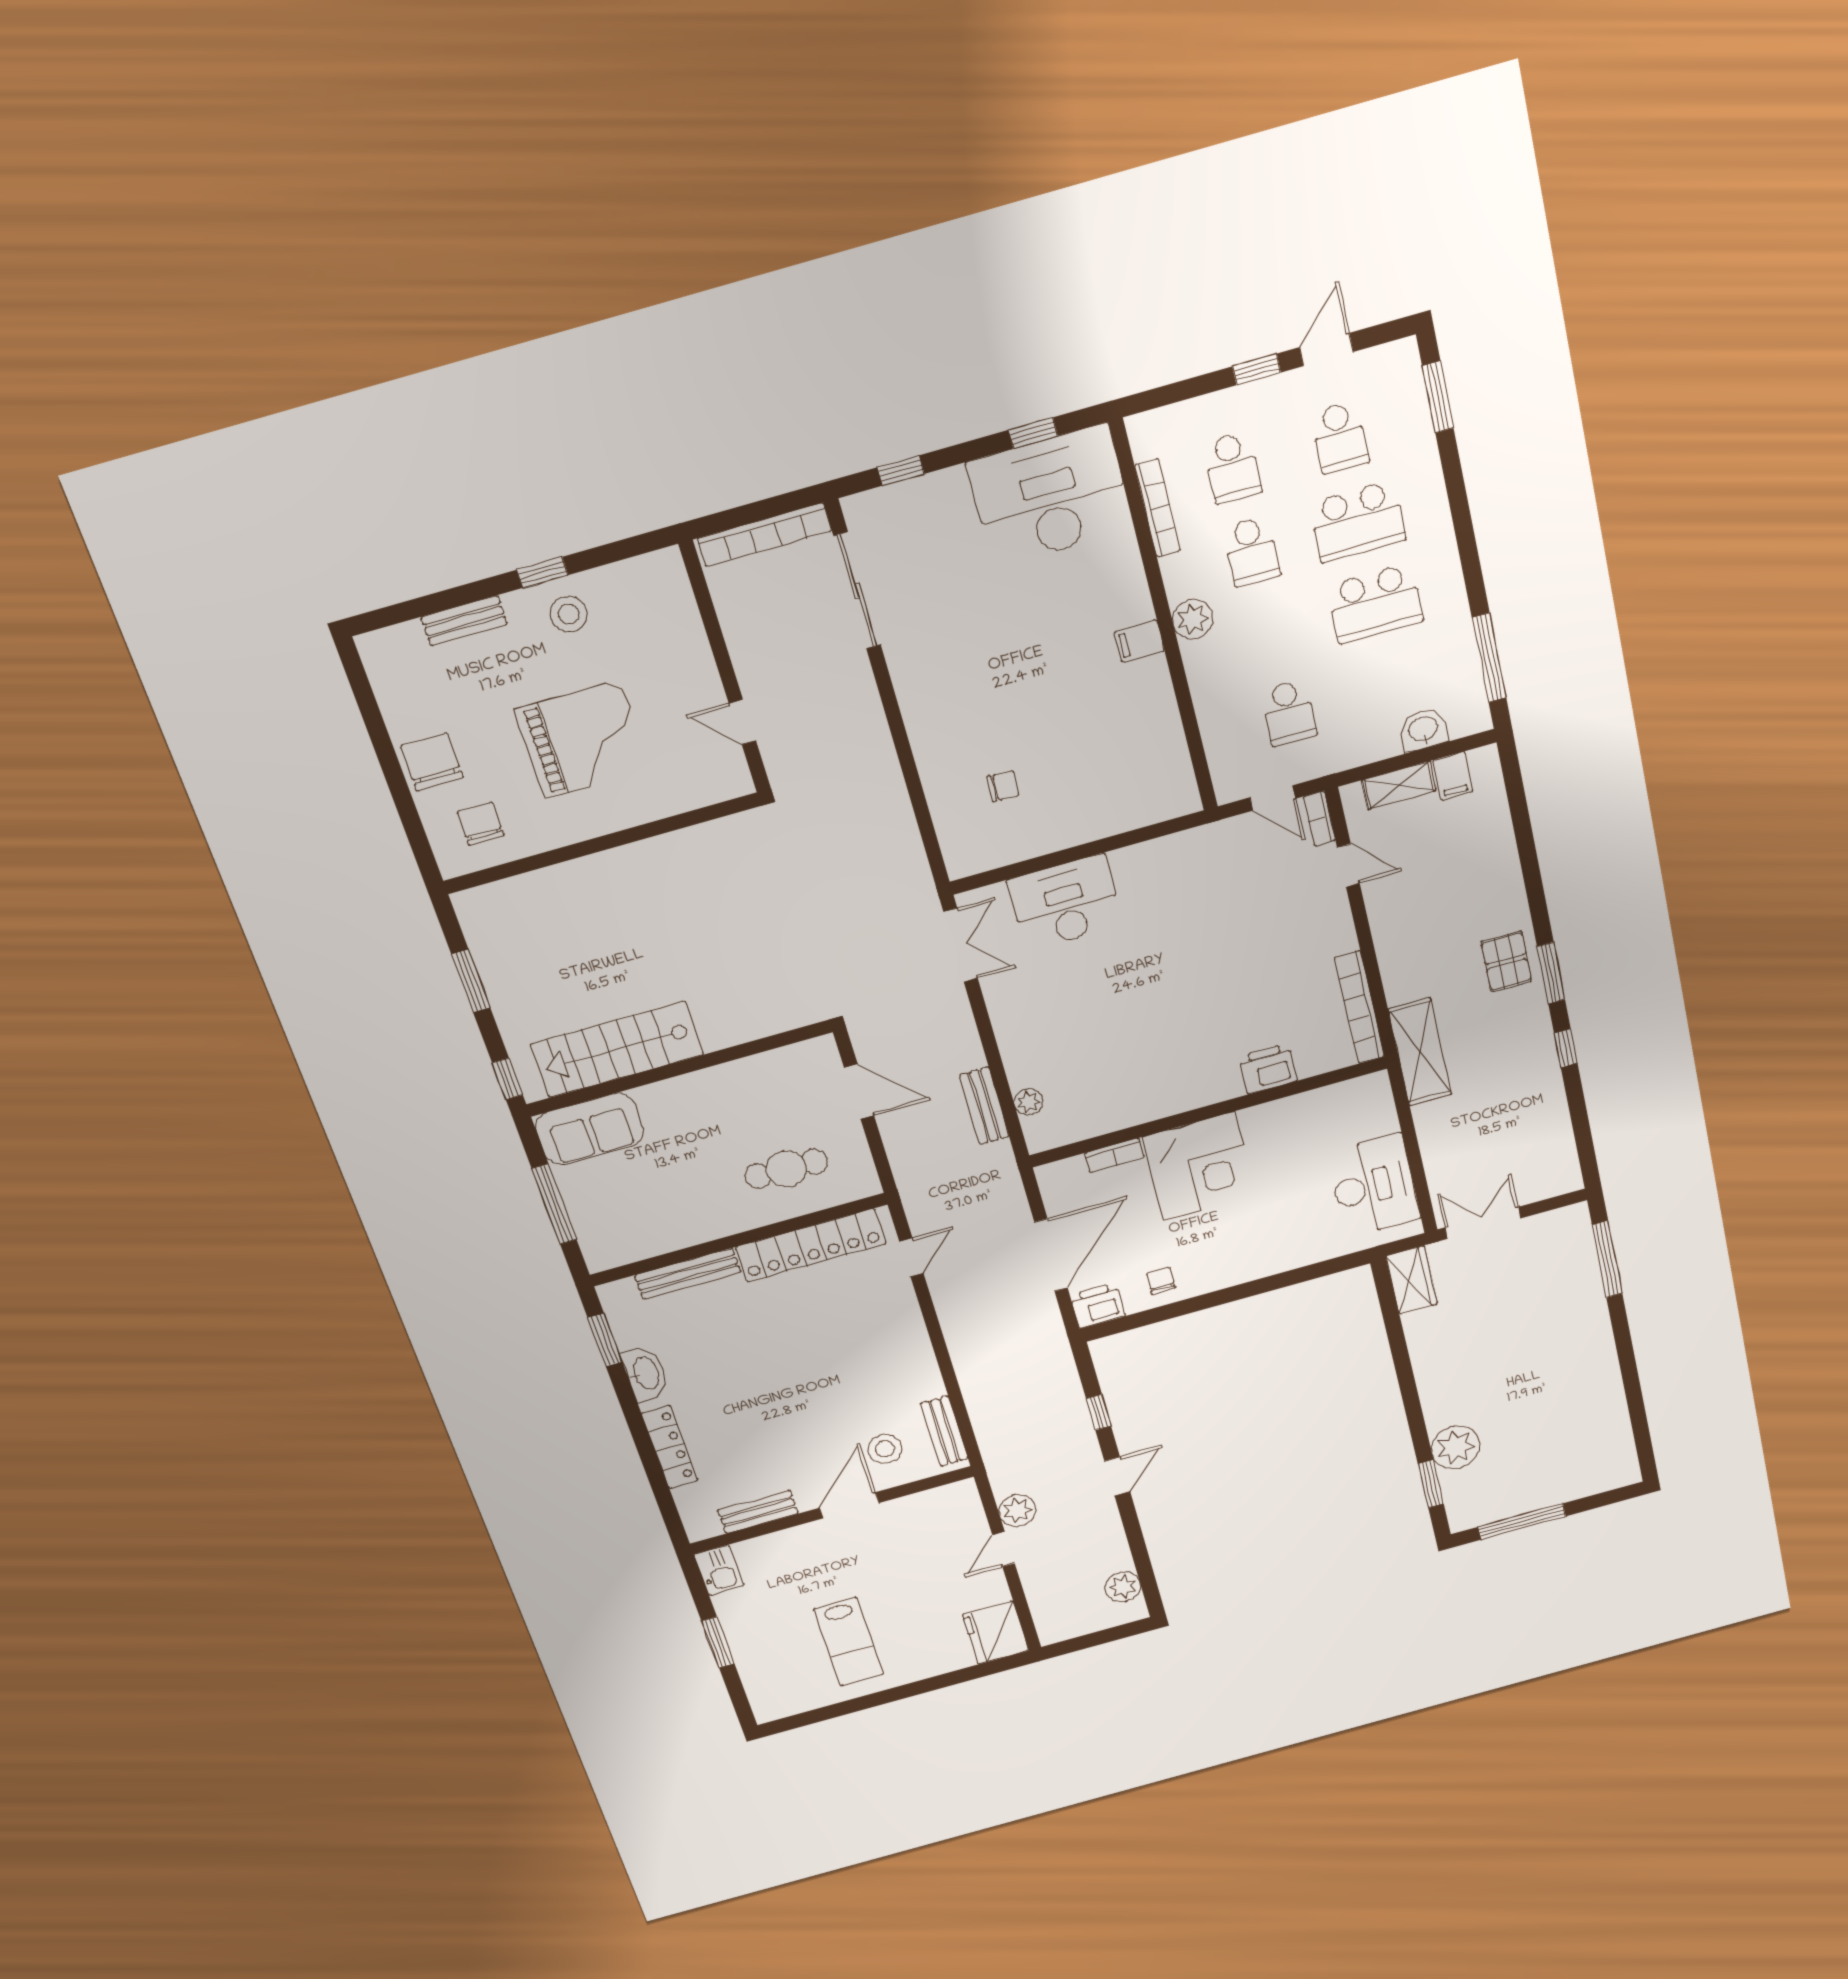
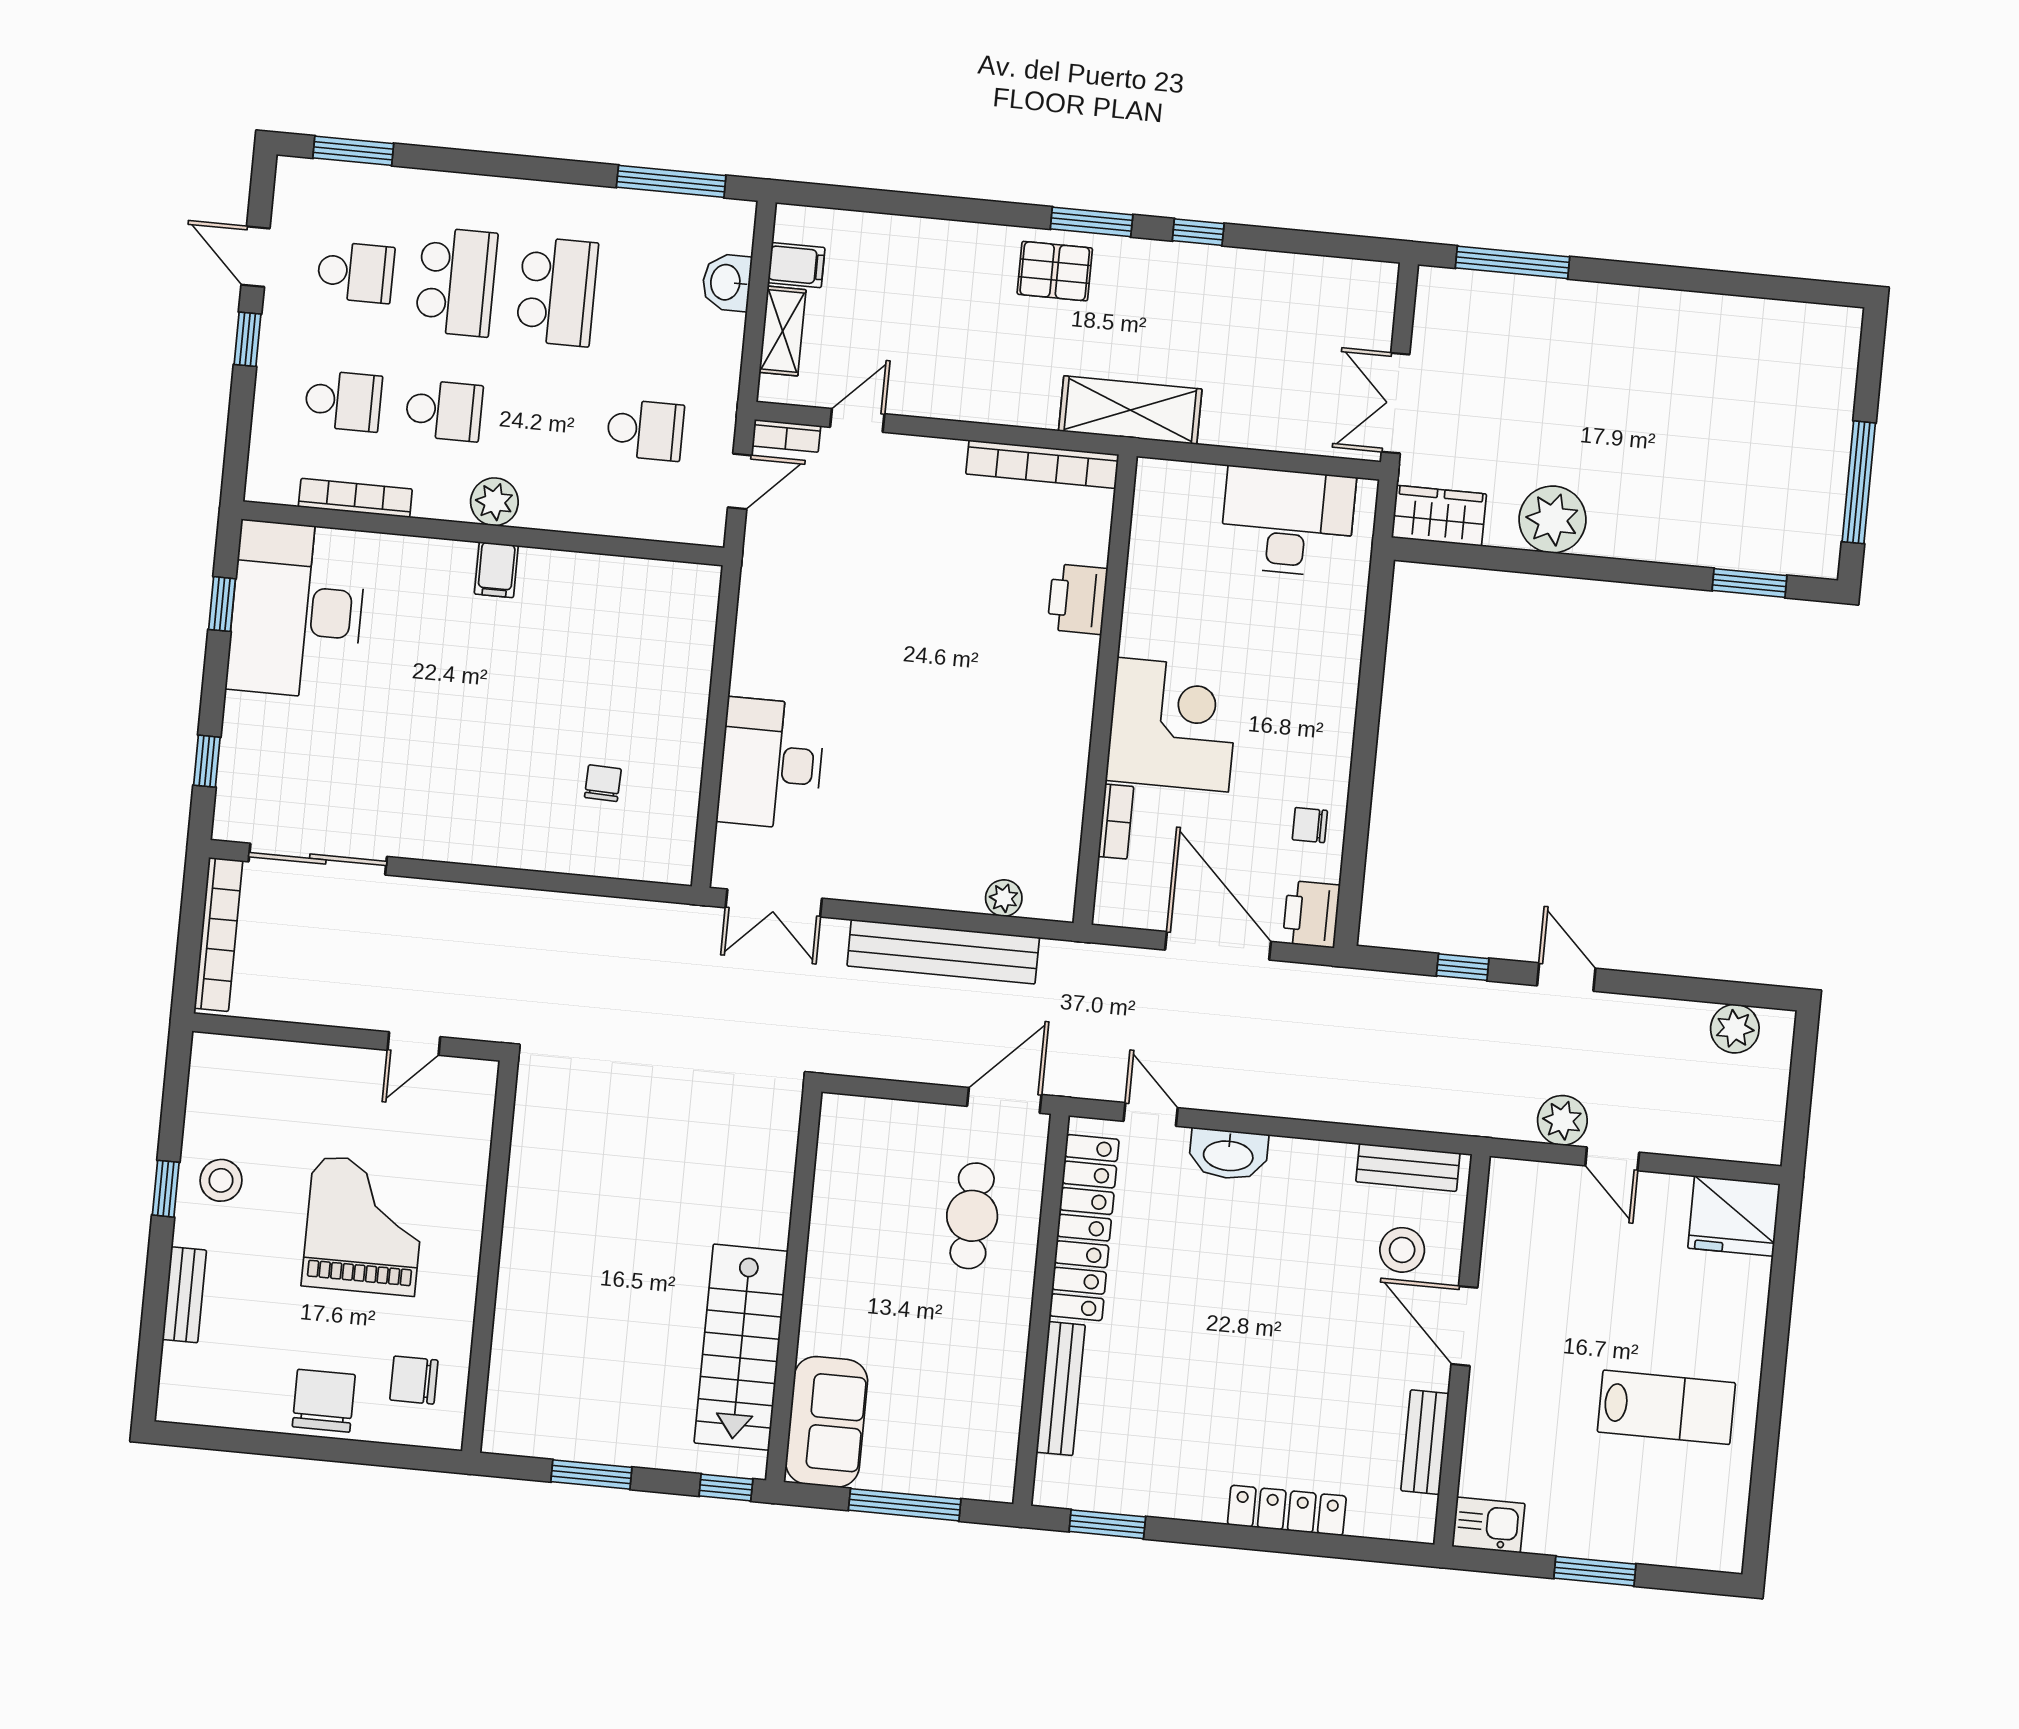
chair: (432, 762) -> (324, 1401), turned 90
double door: (961, 945) -> (774, 903), swing flipped
door: (859, 1092) -> (1004, 1100), moved
bench: (984, 1106) -> (943, 952), width x1.86, depth x1.21
washbasin: (646, 1374) -> (1228, 1154), moved, turned 180
plant: (1456, 1447) -> (1552, 520), moved

